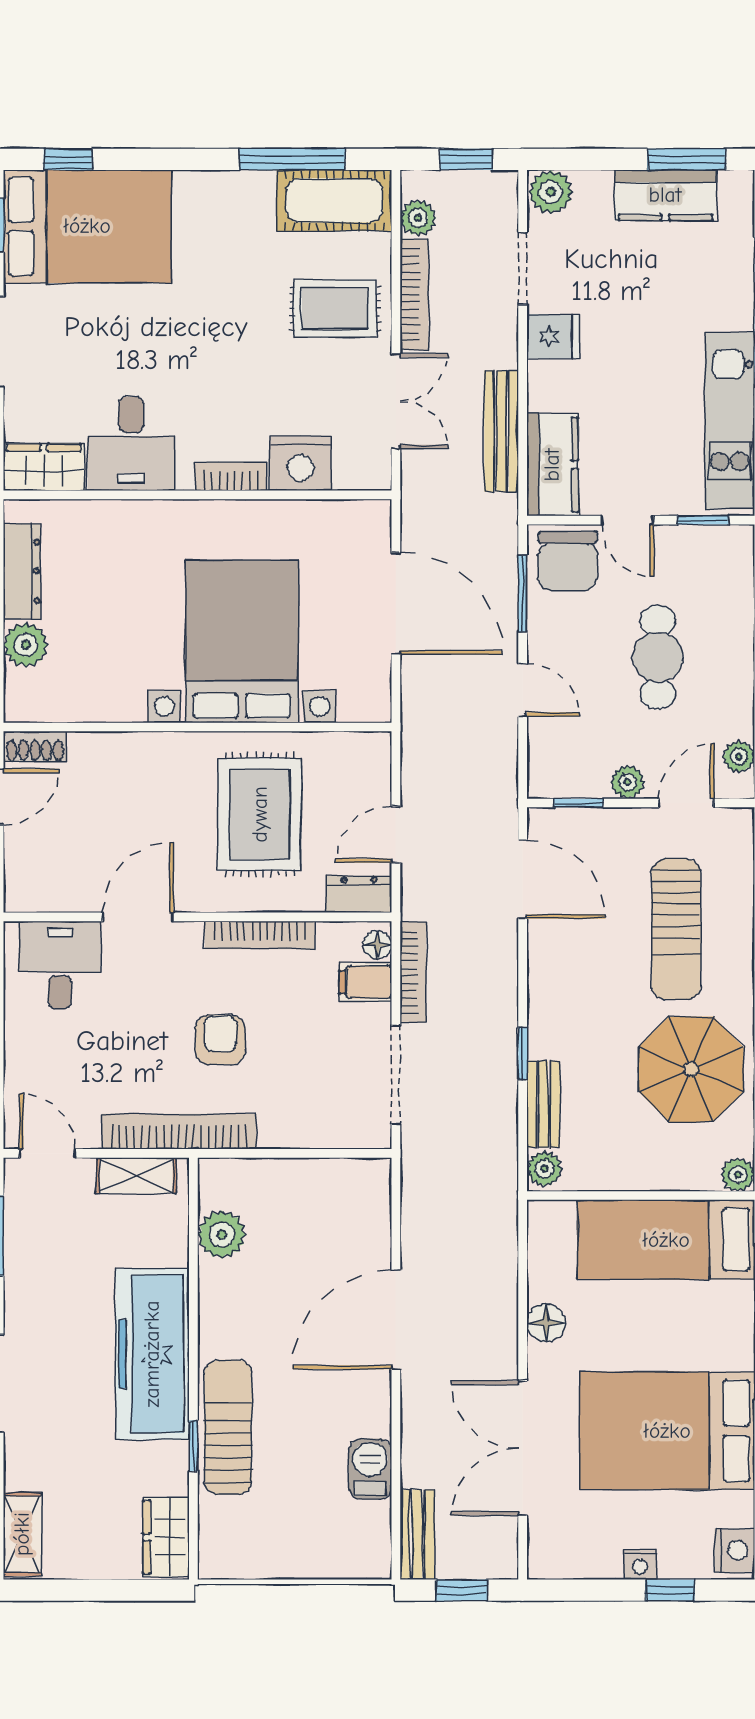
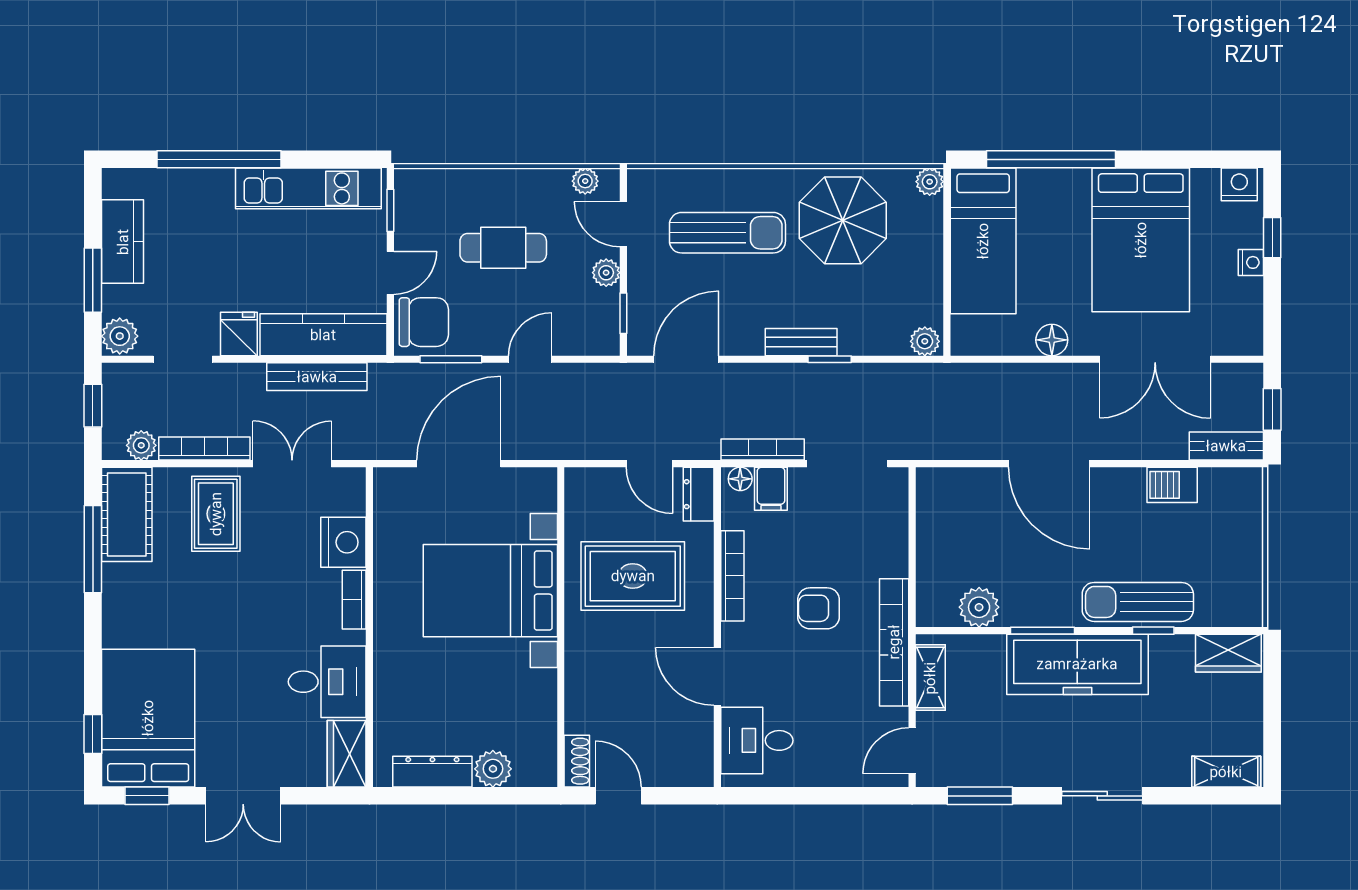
window: (687, 159) -> (93, 280), moved
kitchen counter: (552, 465) -> (323, 335), width x1.50
bench: (543, 1104) -> (801, 342), moved
window: (193, 1312) -> (1043, 631), added

